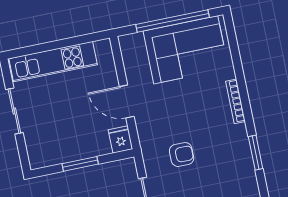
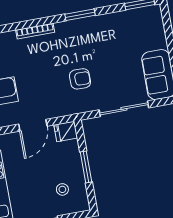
stool: (54, 137) -> (62, 189), added
armchair: (182, 155) -> (80, 79), turned 90

